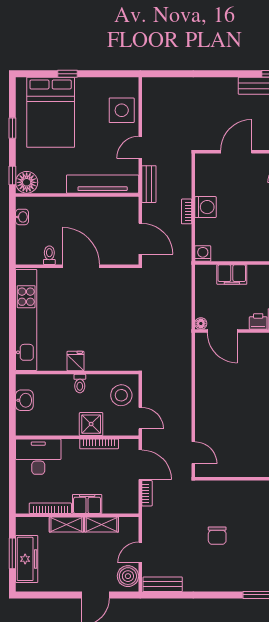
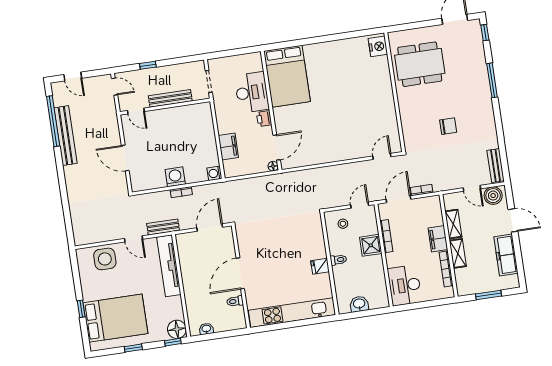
stool: (121, 395) -> (343, 224), width x0.53, depth x0.53
freezer: (27, 559) -> (506, 255), moved, turned -90

